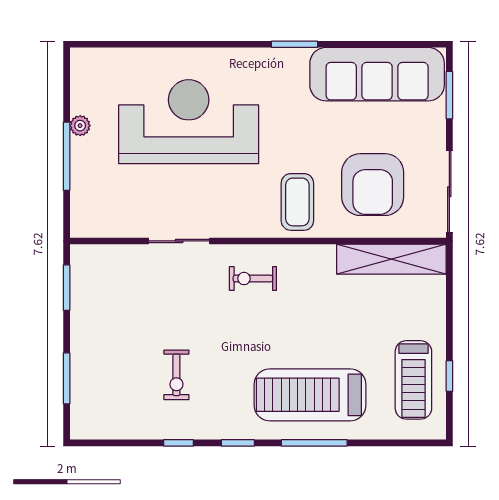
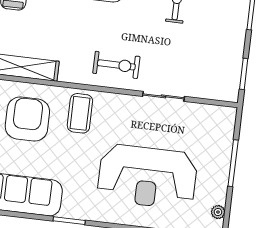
plant: (80, 126) -> (218, 212), moved
exercise bike: (253, 279) -> (116, 65), width x1.38, depth x1.39

